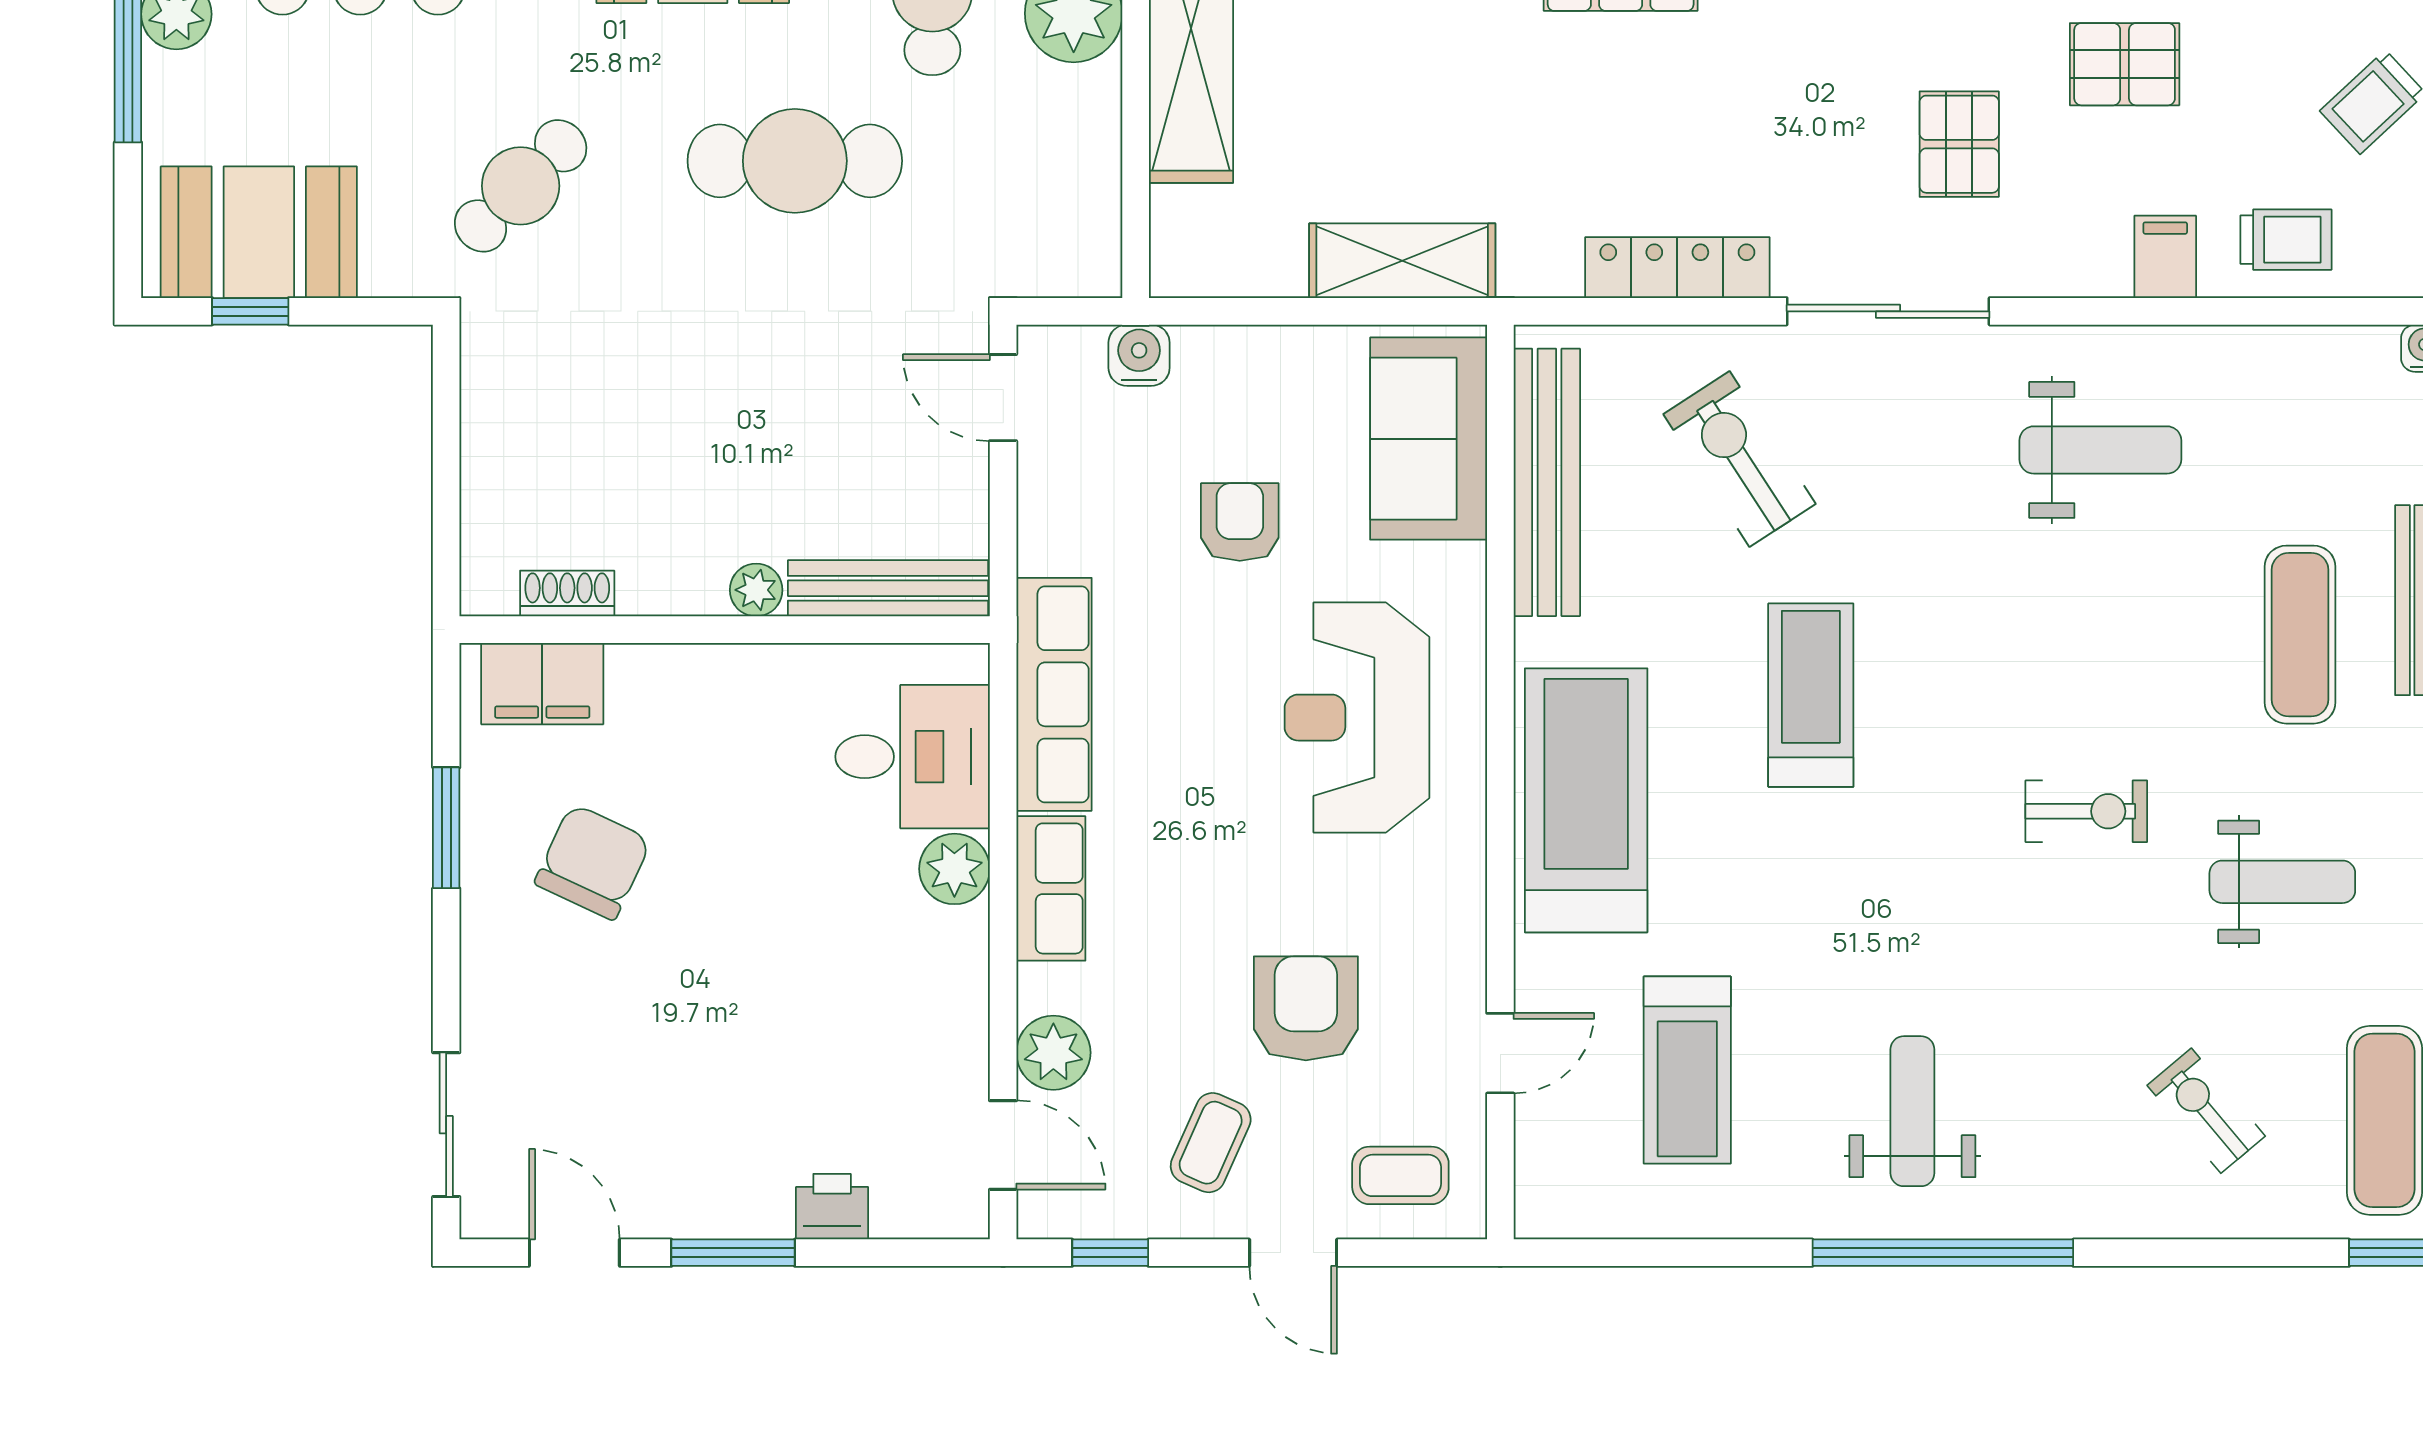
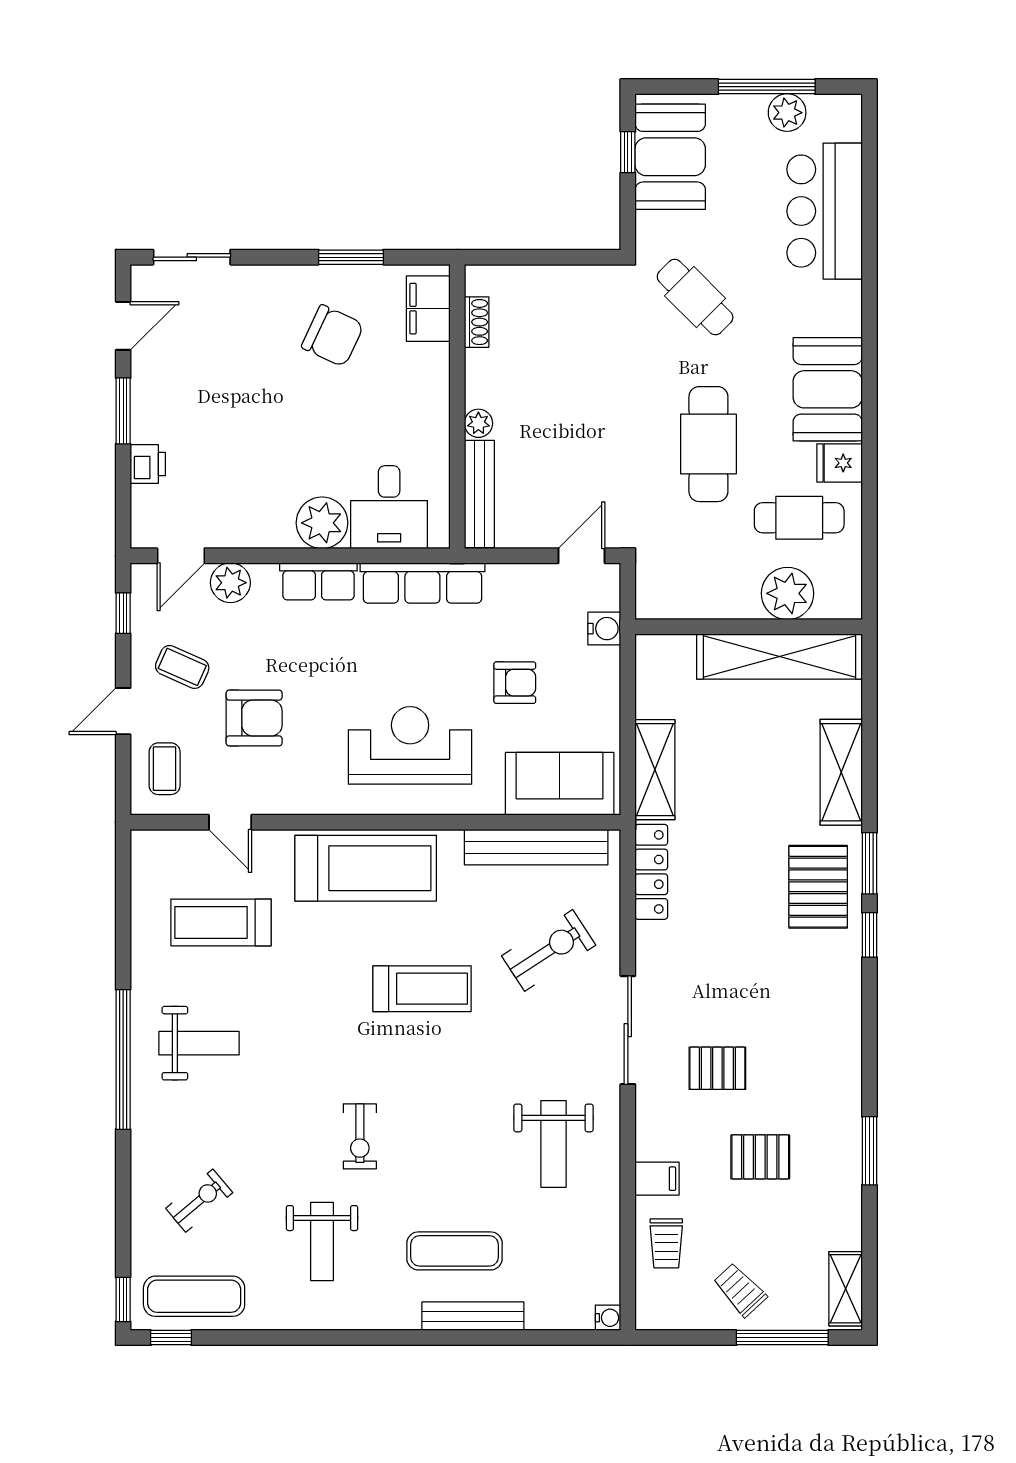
pallet: (2125, 64) -> (760, 1157), turned 90
locker: (1677, 268) -> (651, 872), moved
plant: (954, 869) -> (322, 523), width x1.36, depth x1.36

